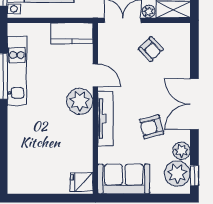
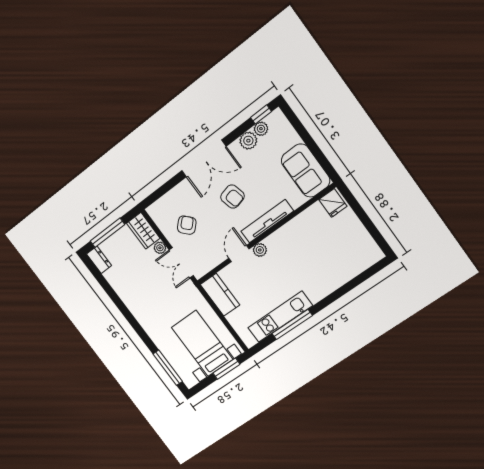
plant: (80, 101) -> (260, 250), width x0.53, depth x0.53
armchair: (152, 127) -> (232, 197), moved
plant: (177, 174) -> (261, 129), width x0.53, depth x0.53

